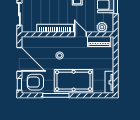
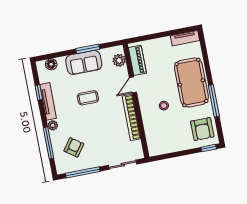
door: (19, 59) -> (178, 154), removed

